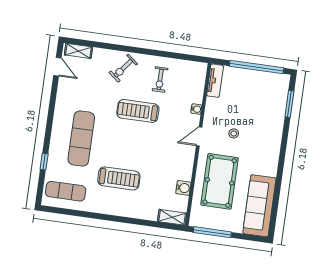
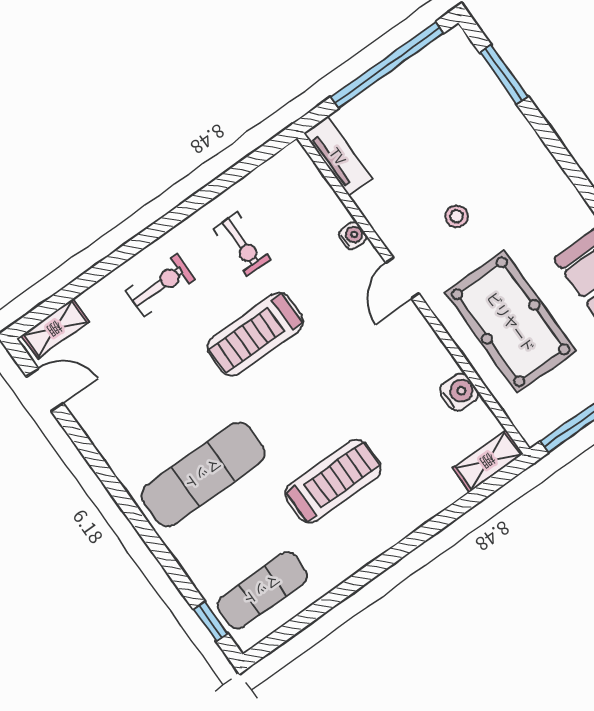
exercise bike: (123, 68) -> (160, 285), turned -128
exercise mat: (81, 139) -> (203, 474), turned 90
window: (44, 162) -> (211, 621), moved

